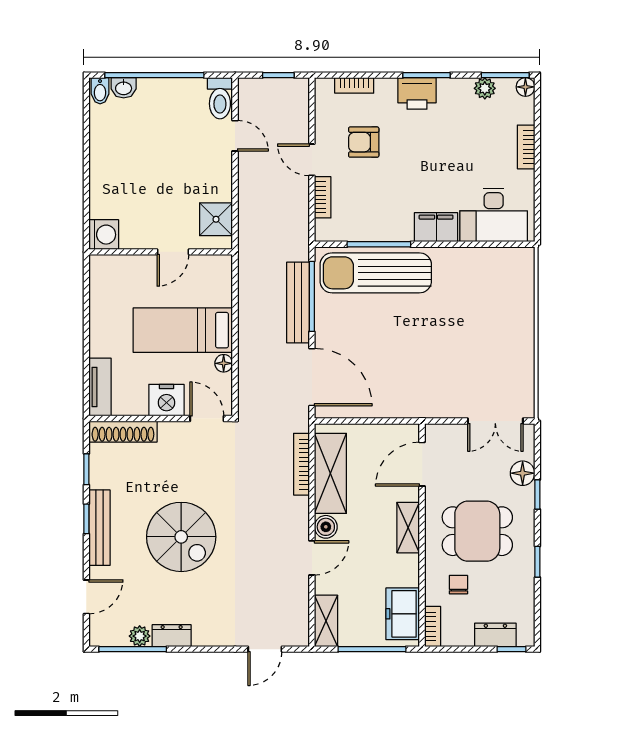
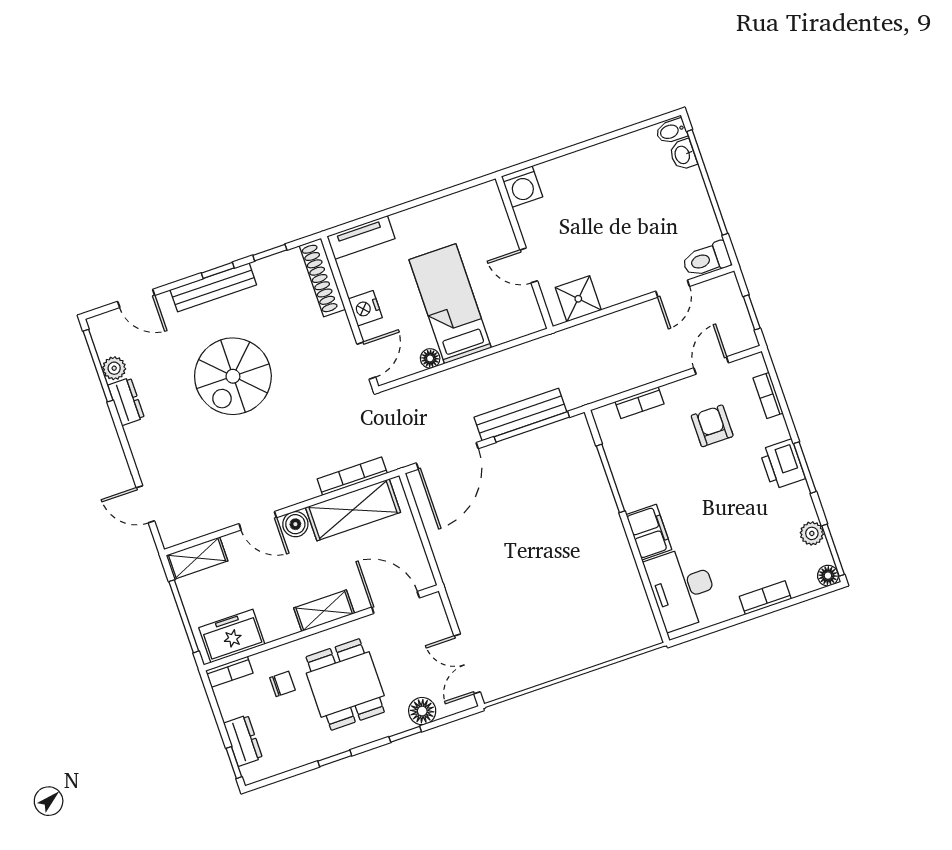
door: (312, 160) -> (711, 365), moved
sun lounger: (376, 273) -> (579, 485), removed
nightstand: (166, 400) -> (365, 308), width x0.74, depth x0.75

